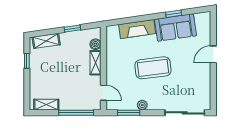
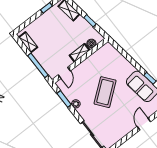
fireplace: (137, 29) -> (122, 63), removed
door: (213, 54) -> (144, 124), hinge flipped
coffee table: (153, 68) -> (105, 92), turned 59

